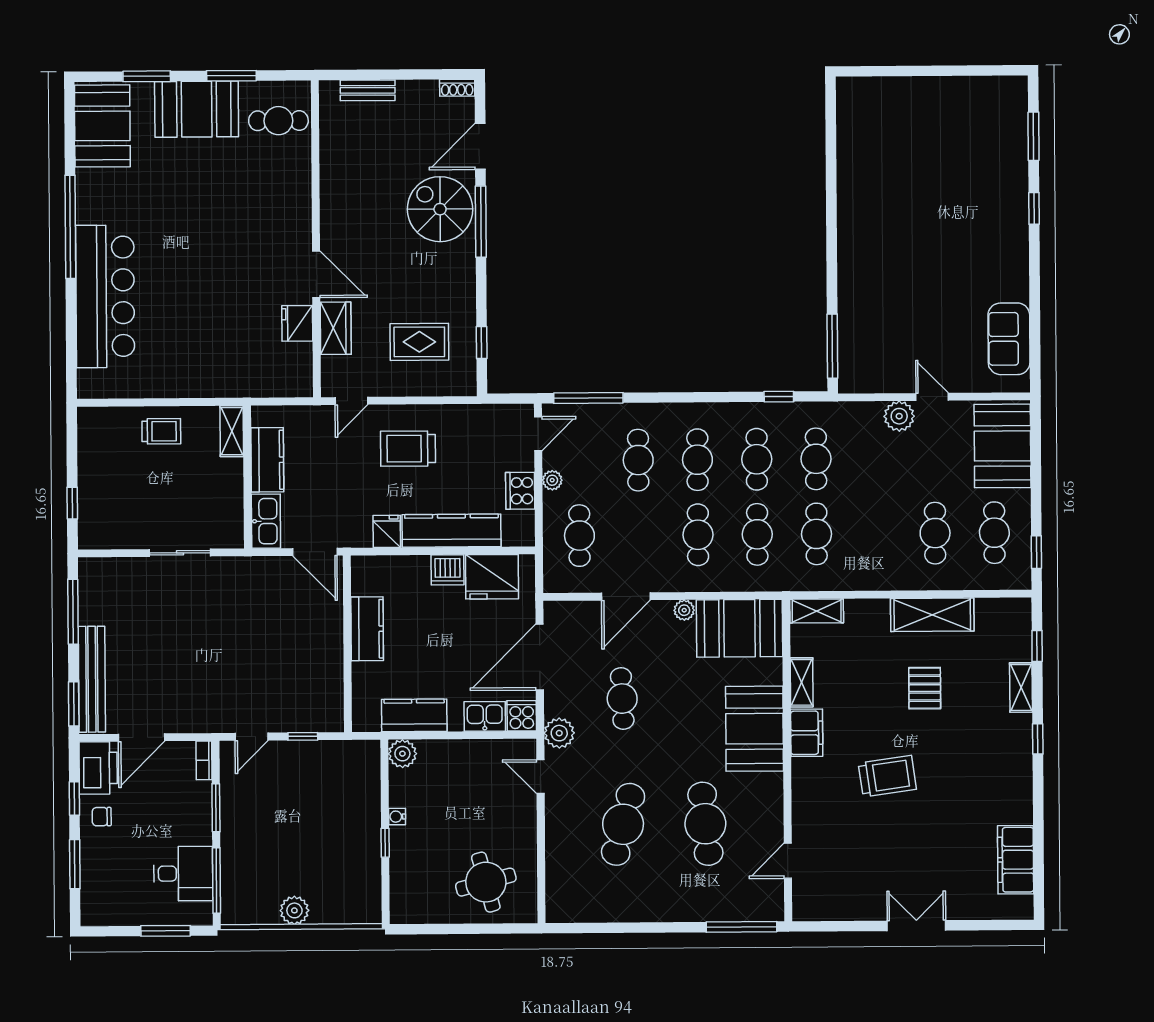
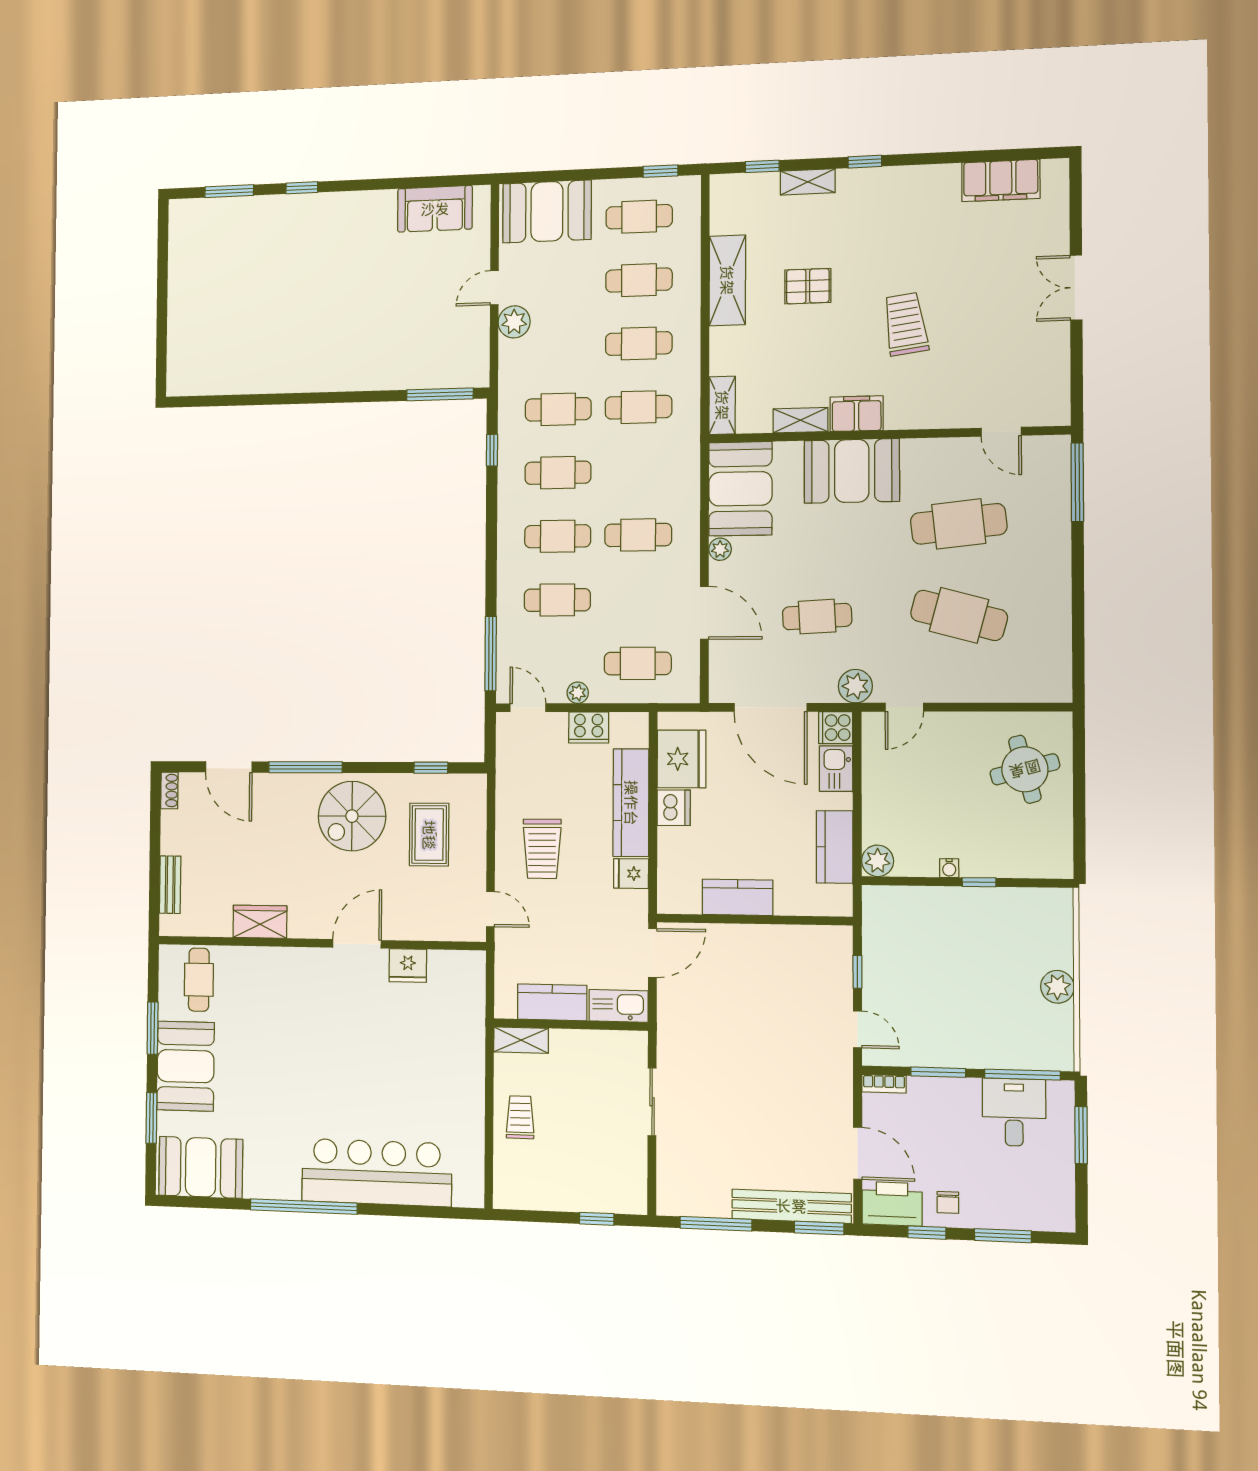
spiral stairs: (440, 209) -> (352, 816), moved
wardrobe: (336, 328) -> (260, 922), moved
cafe table: (757, 534) -> (639, 344), moved

